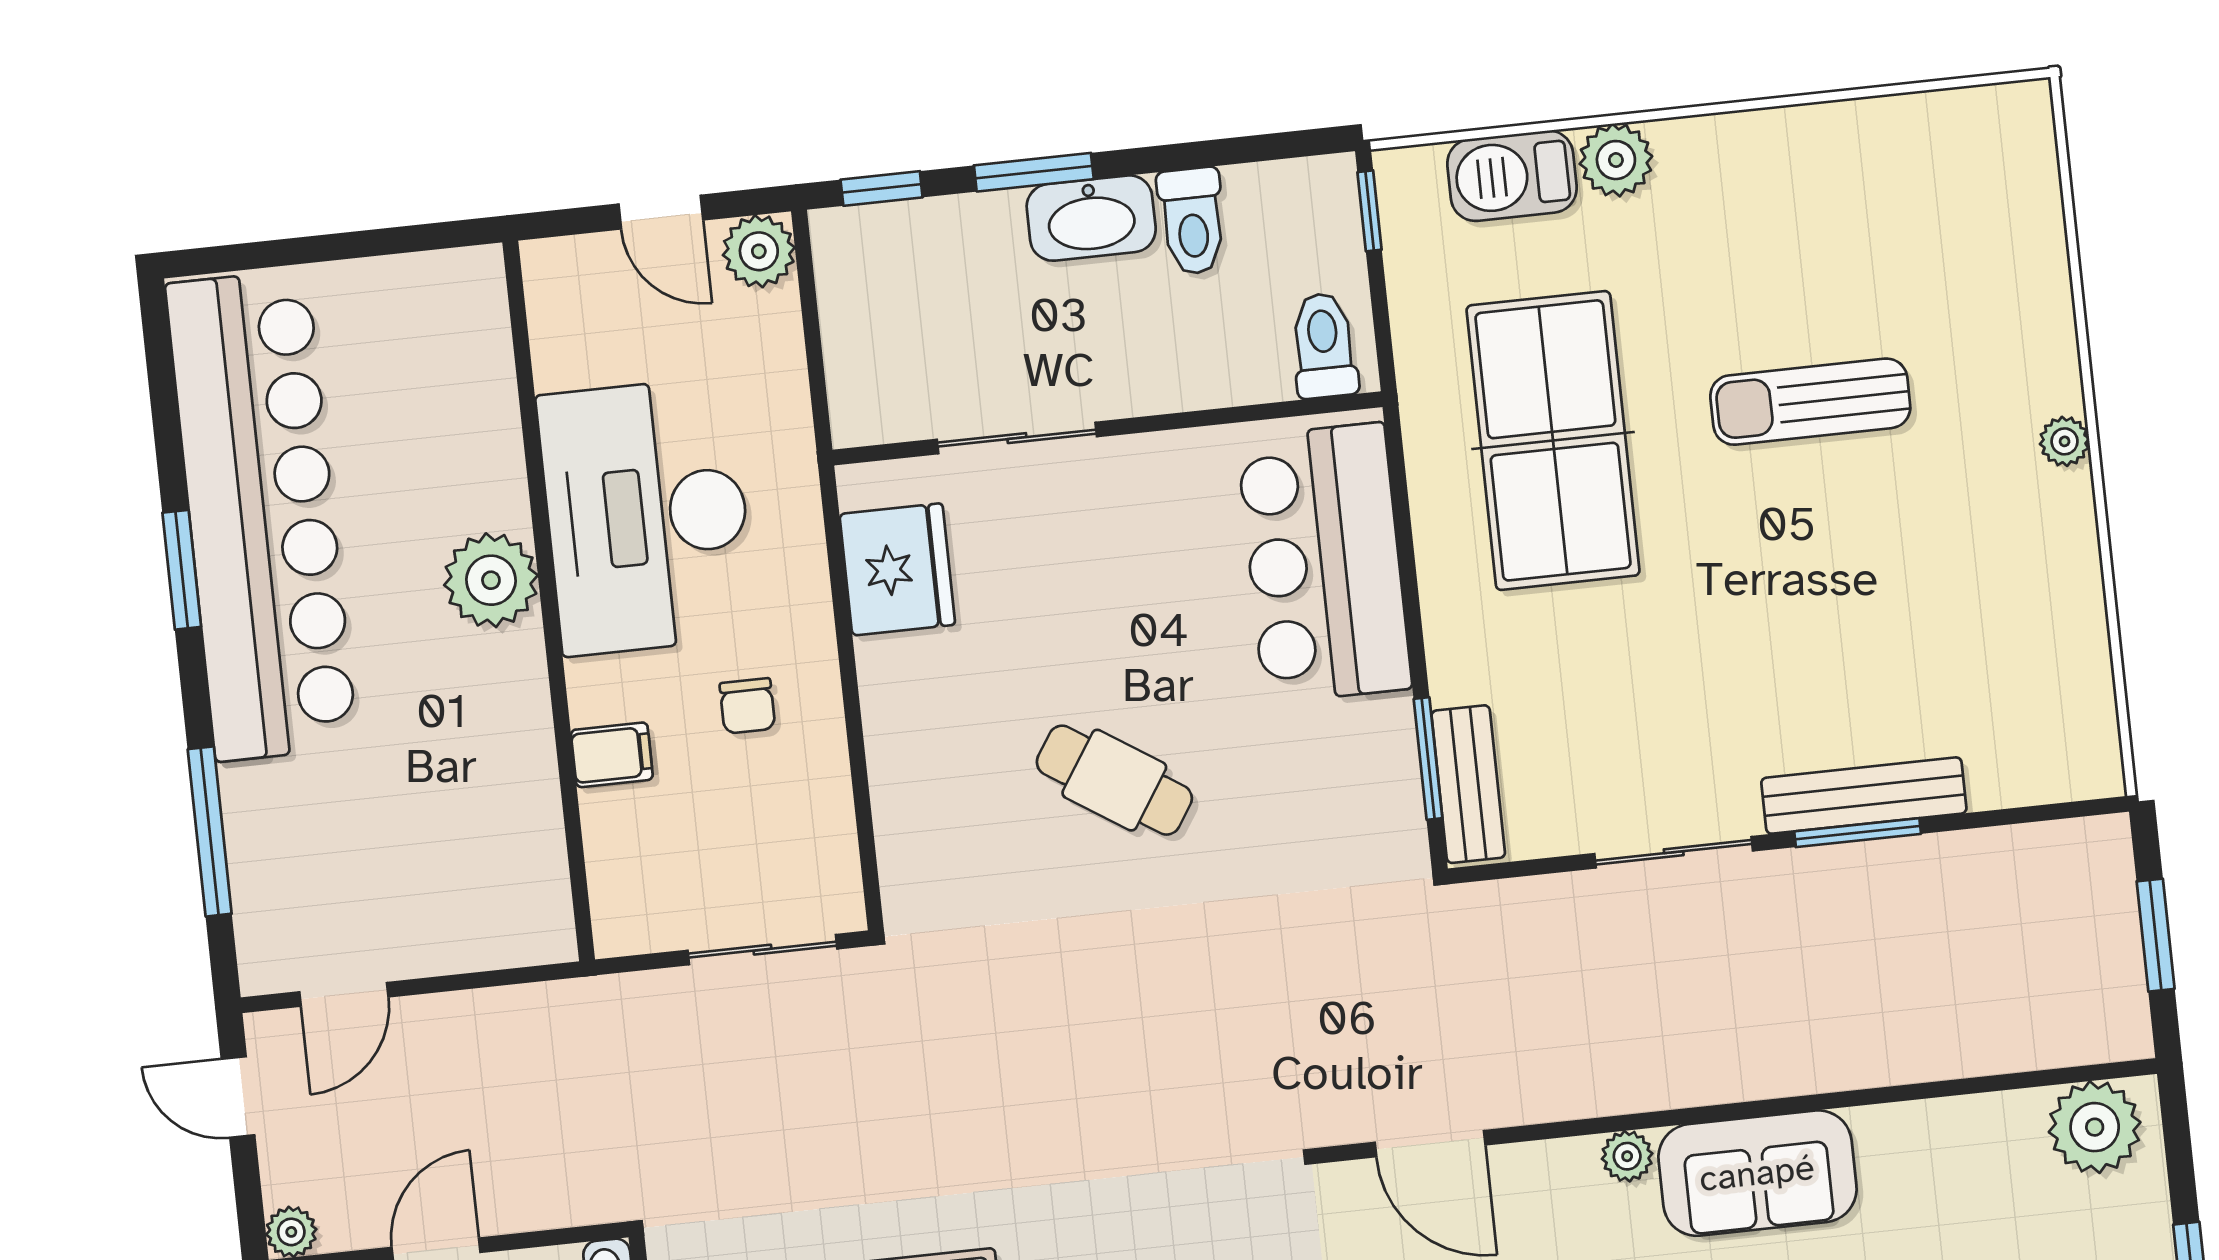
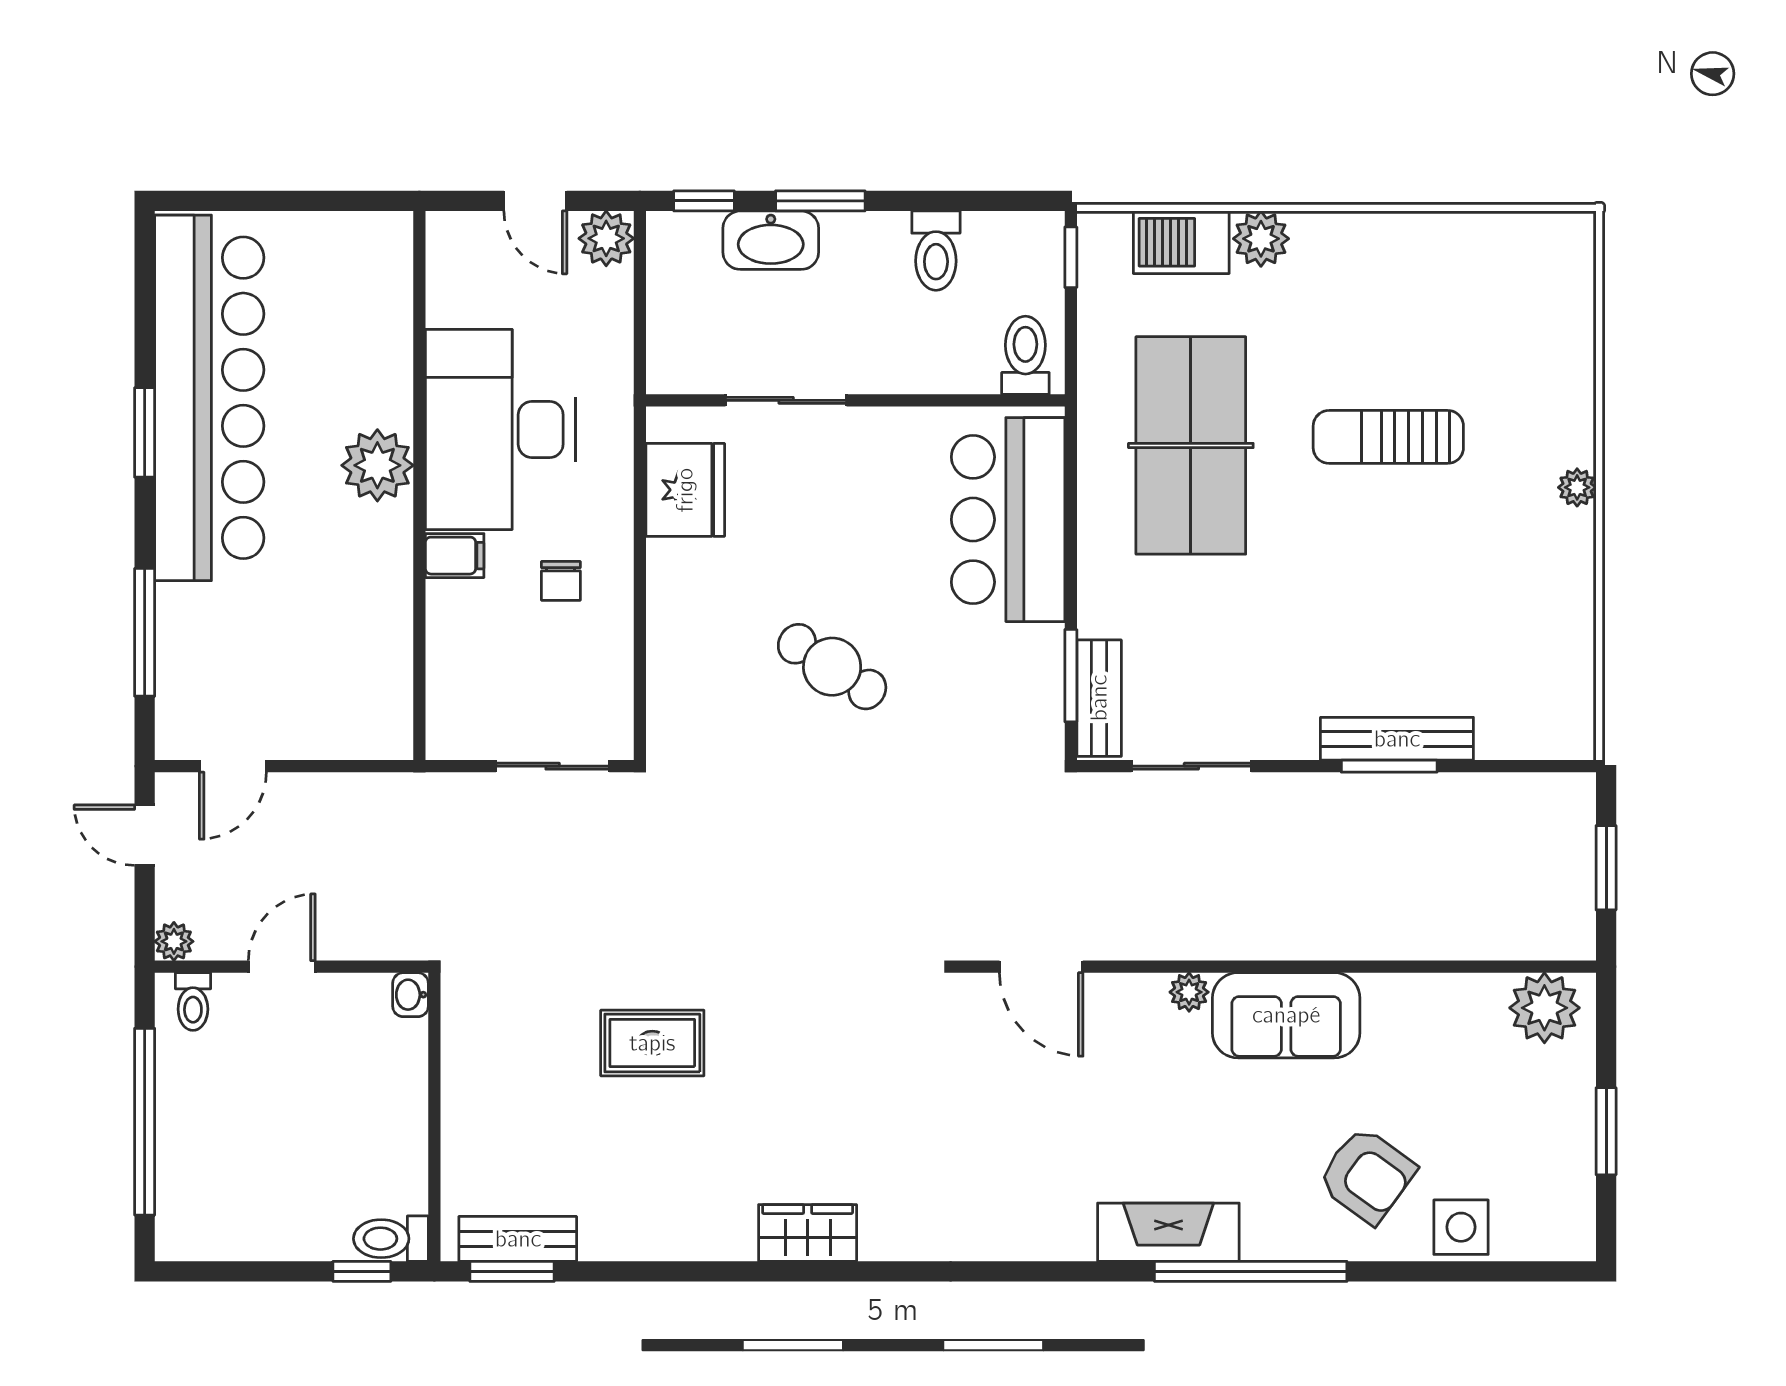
washbasin: (1091, 218) -> (771, 240), moved
filing cabinet: (612, 755) -> (455, 556), moved
sliding door: (1674, 852) -> (1191, 766), moved

